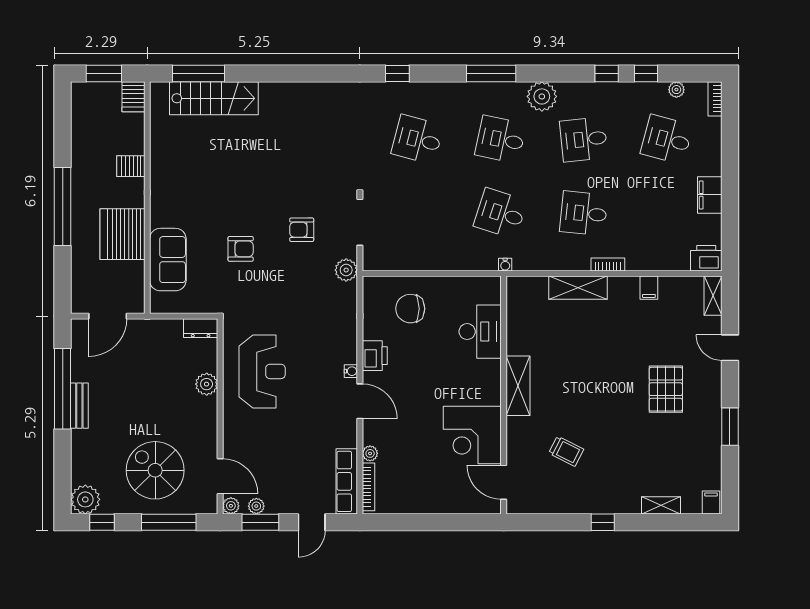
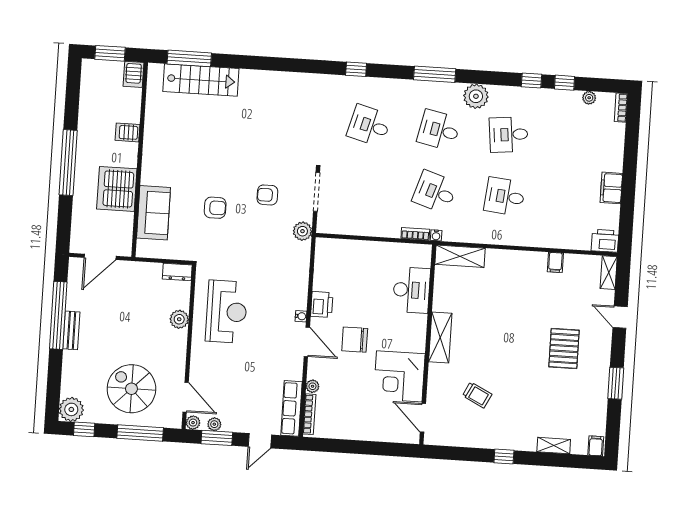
desk: (667, 139) -> (578, 139), removed
bookcase: (608, 264) -> (415, 234), moved
shelving: (578, 288) -> (460, 256), moved
chair: (410, 309) -> (355, 340), moved

